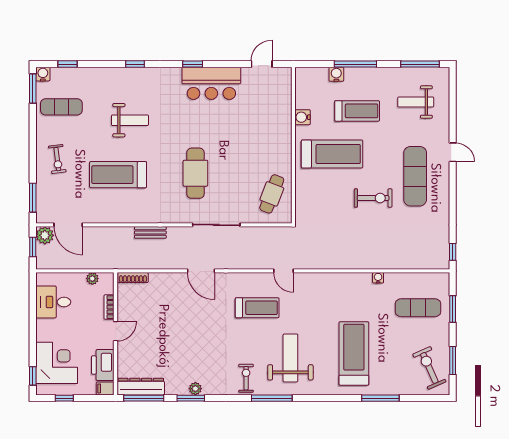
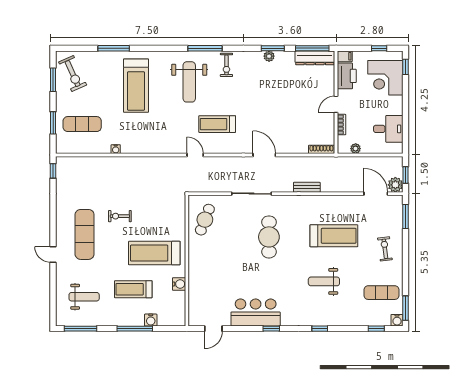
exercise bike: (373, 198) -> (120, 216), width x0.73, depth x0.72

